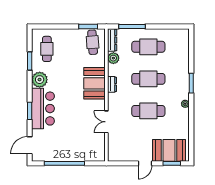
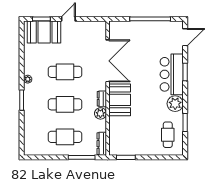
cafe table: (93, 42) -> (122, 141), removed
plant: (113, 58) -> (100, 113), moved
double door: (106, 122) -> (108, 61), width x1.87

